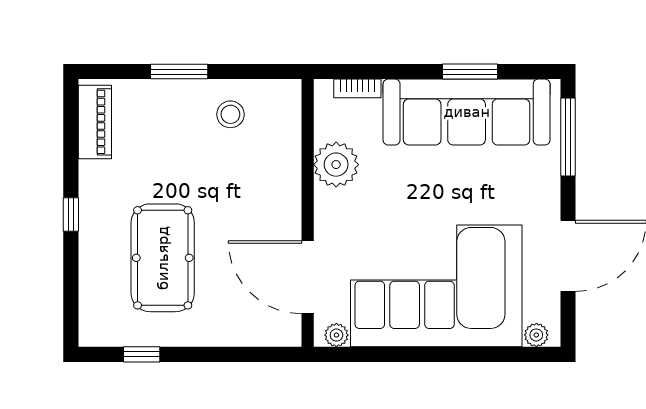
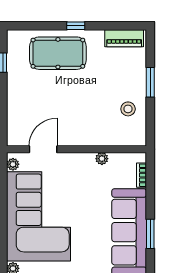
plant: (336, 165) -> (102, 159), width x0.53, depth x0.53
pool table: (163, 258) -> (58, 53), moved
door: (308, 277) -> (43, 149), width x0.73

